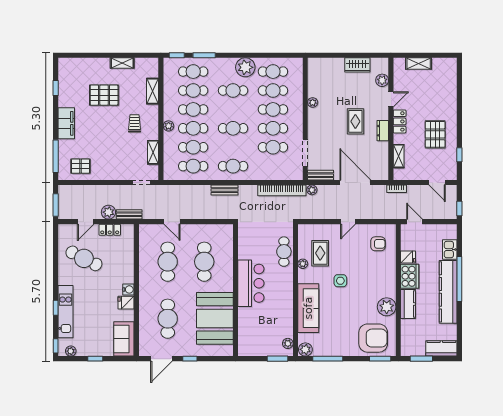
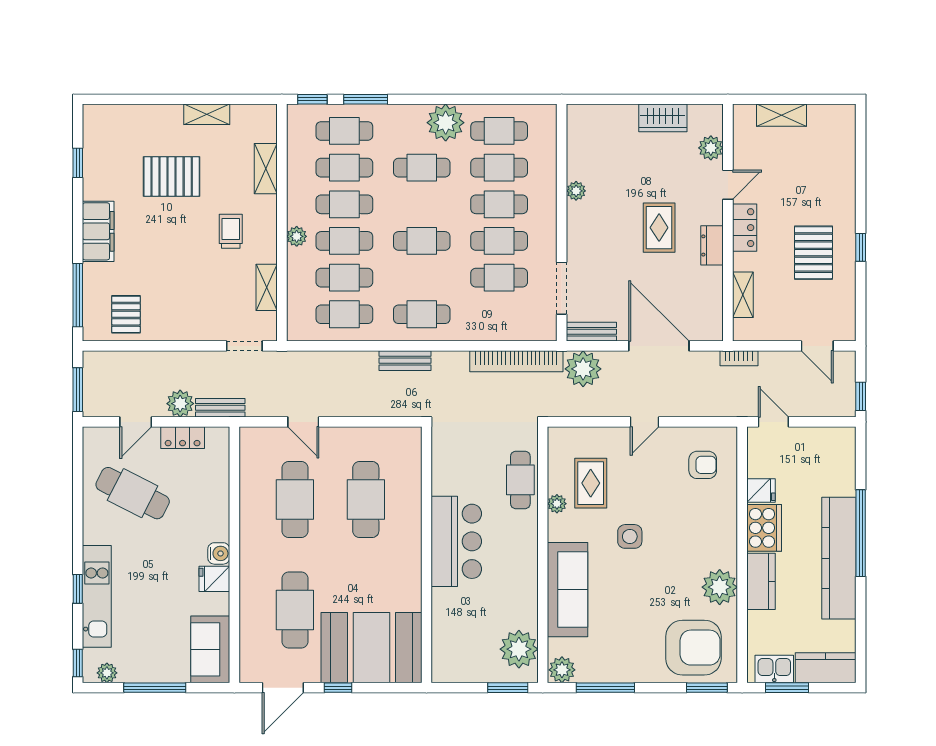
window: (459, 155) -> (861, 247), moved
pallet: (80, 166) -> (126, 314), turned 90
plant: (312, 190) -> (583, 369), width x1.88, depth x1.88
kitchen sink: (450, 250) -> (774, 669), moved, turned 90
booth: (215, 318) -> (371, 648), moved, turned 90
plant: (288, 343) -> (519, 649), width x1.87, depth x1.87
window: (95, 359) -> (155, 688), width x2.17

